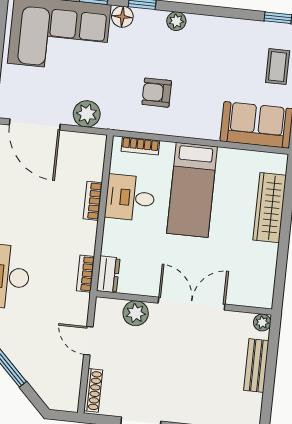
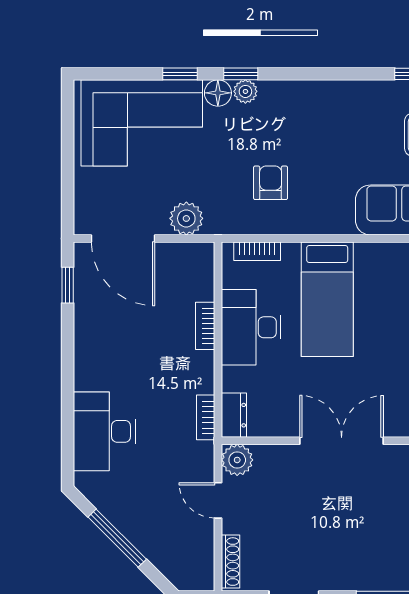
plant: (176, 21) -> (245, 91), moved
armchair: (157, 93) -> (271, 183), turned 90
desk: (130, 198) -> (251, 327), width x1.37
plant: (136, 313) -> (237, 460), moved

